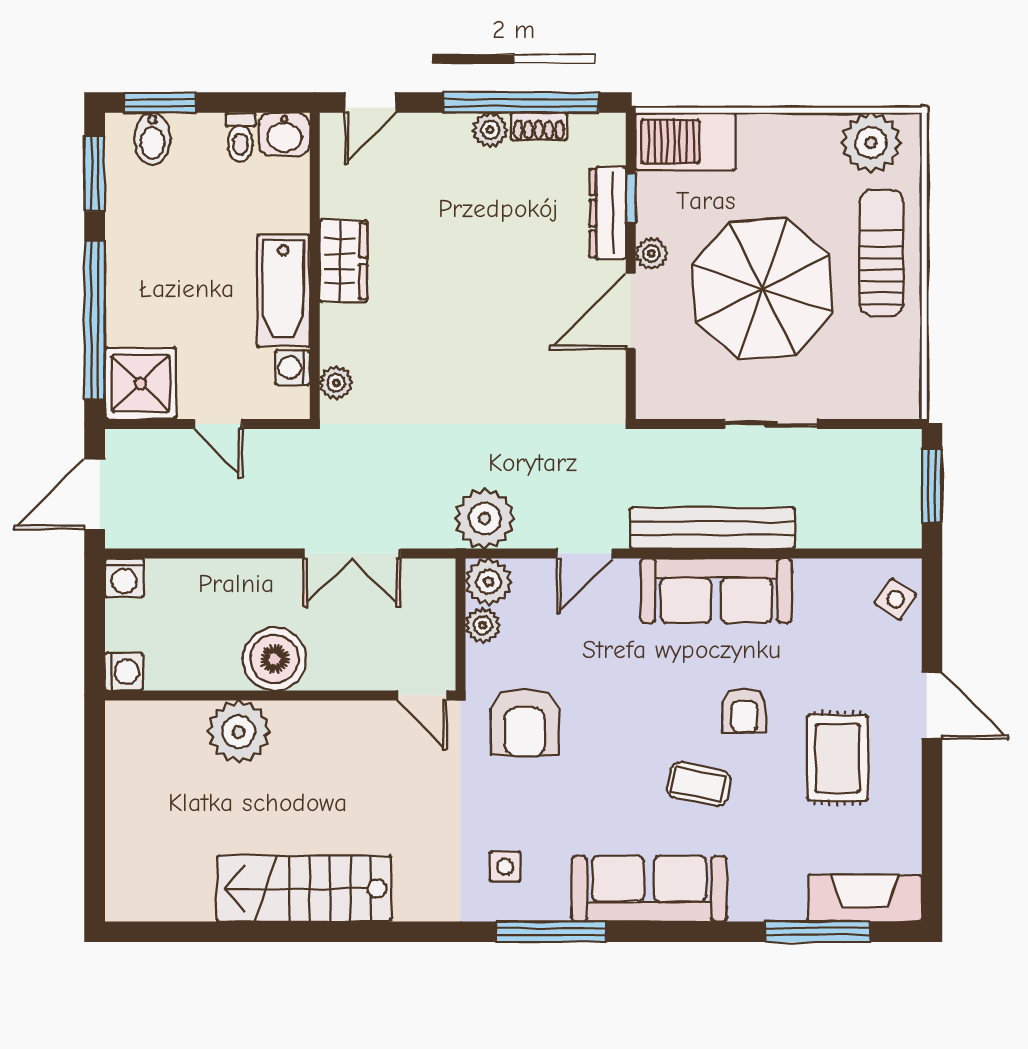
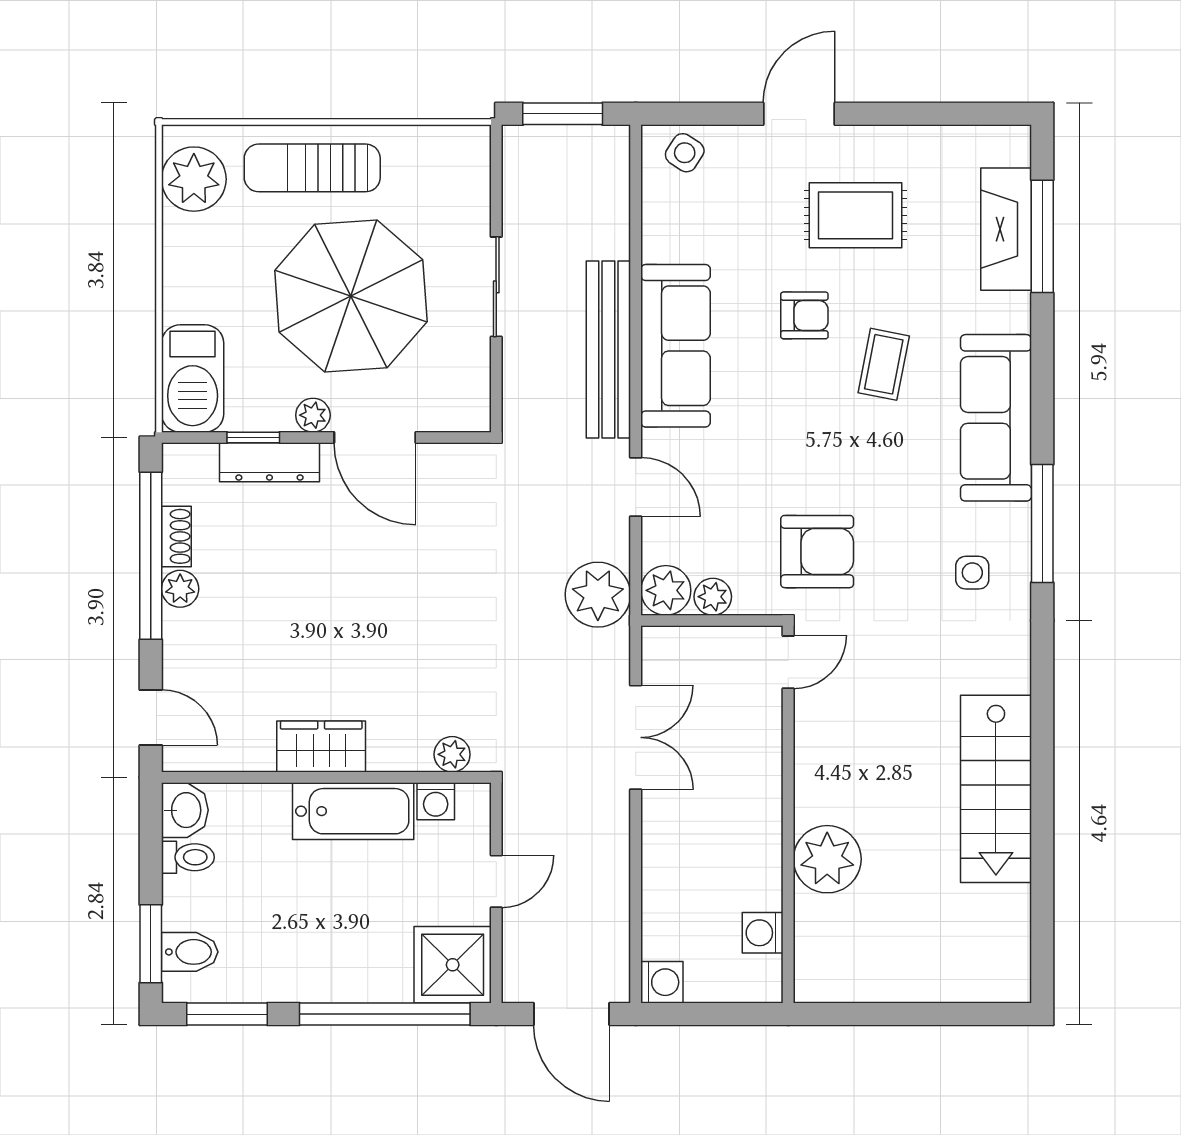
boiler: (275, 659) -> (749, 821), removed
washing machine: (124, 672) -> (763, 933), moved, turned -90
fireplace: (865, 898) -> (1006, 229), moved

